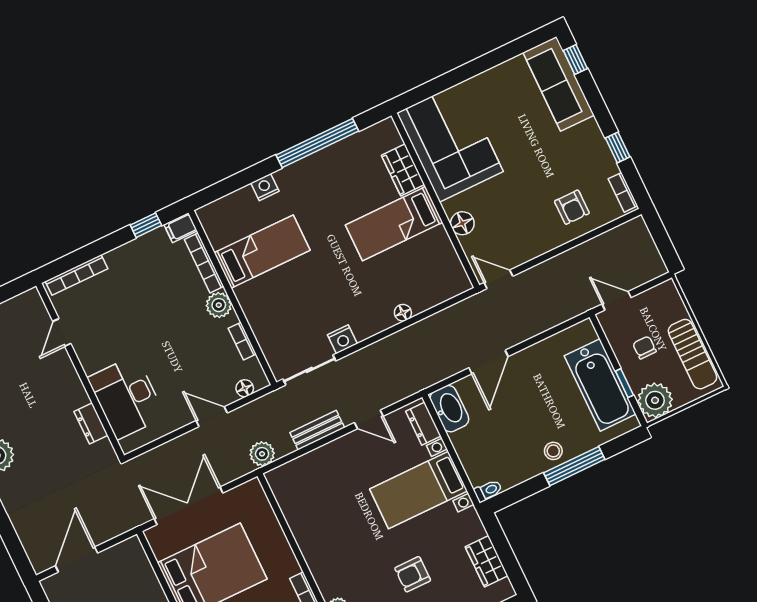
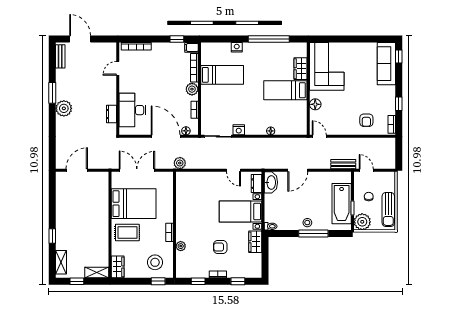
door: (212, 417) -> (166, 136), width x1.87
bench: (317, 430) -> (343, 164), moved
wardrobe: (487, 561) -> (255, 242), moved

